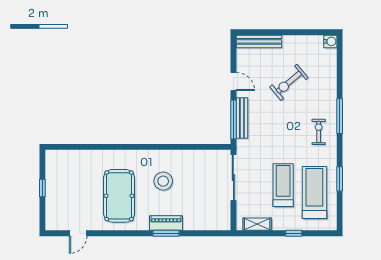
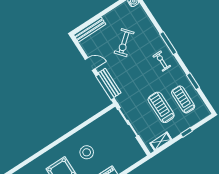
treadmill: (314, 192) -> (183, 99), width x0.73, depth x0.73

